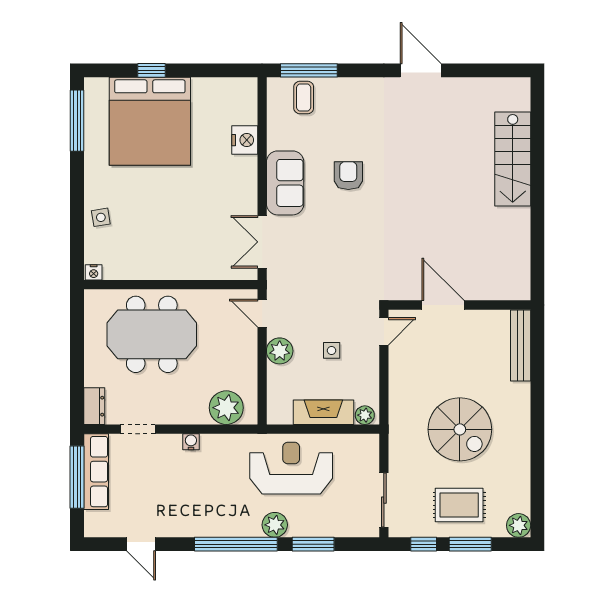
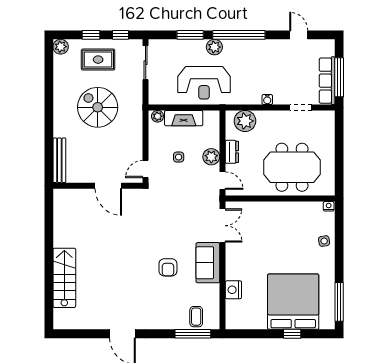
dresser: (94, 406) -> (232, 152), moved, turned 180
window: (470, 544) -> (91, 35), width x0.67

